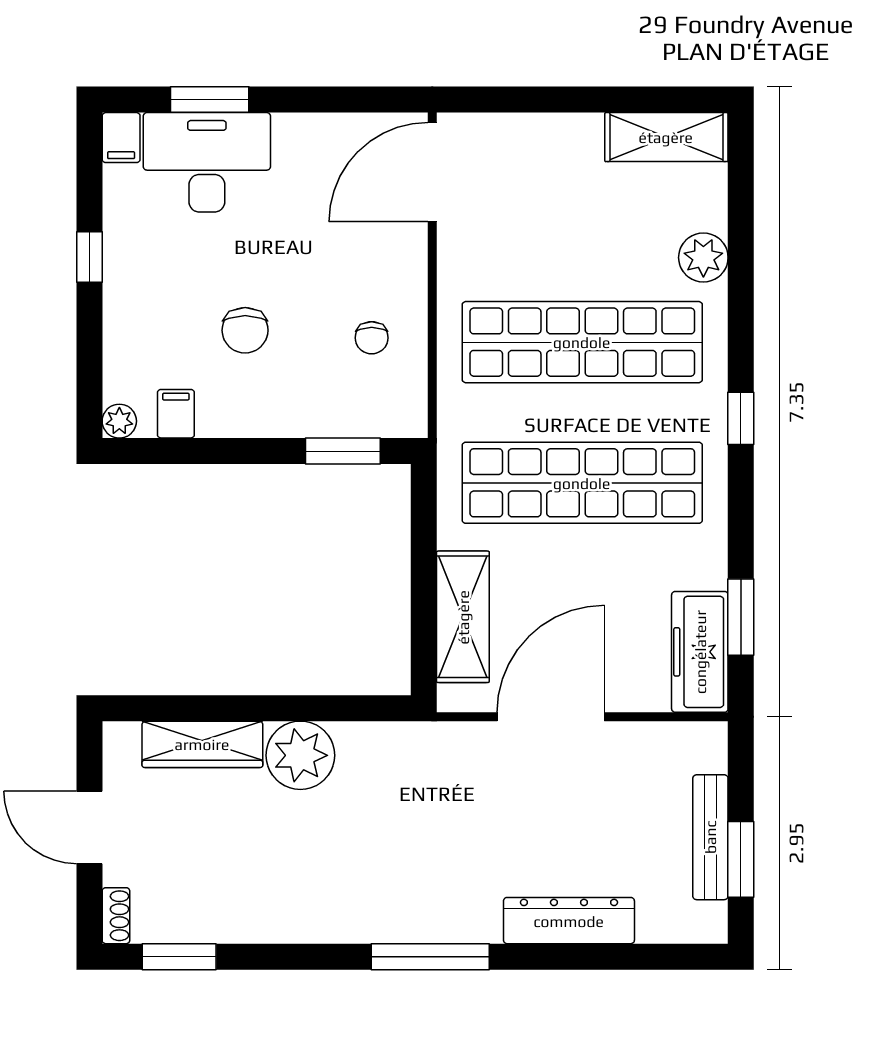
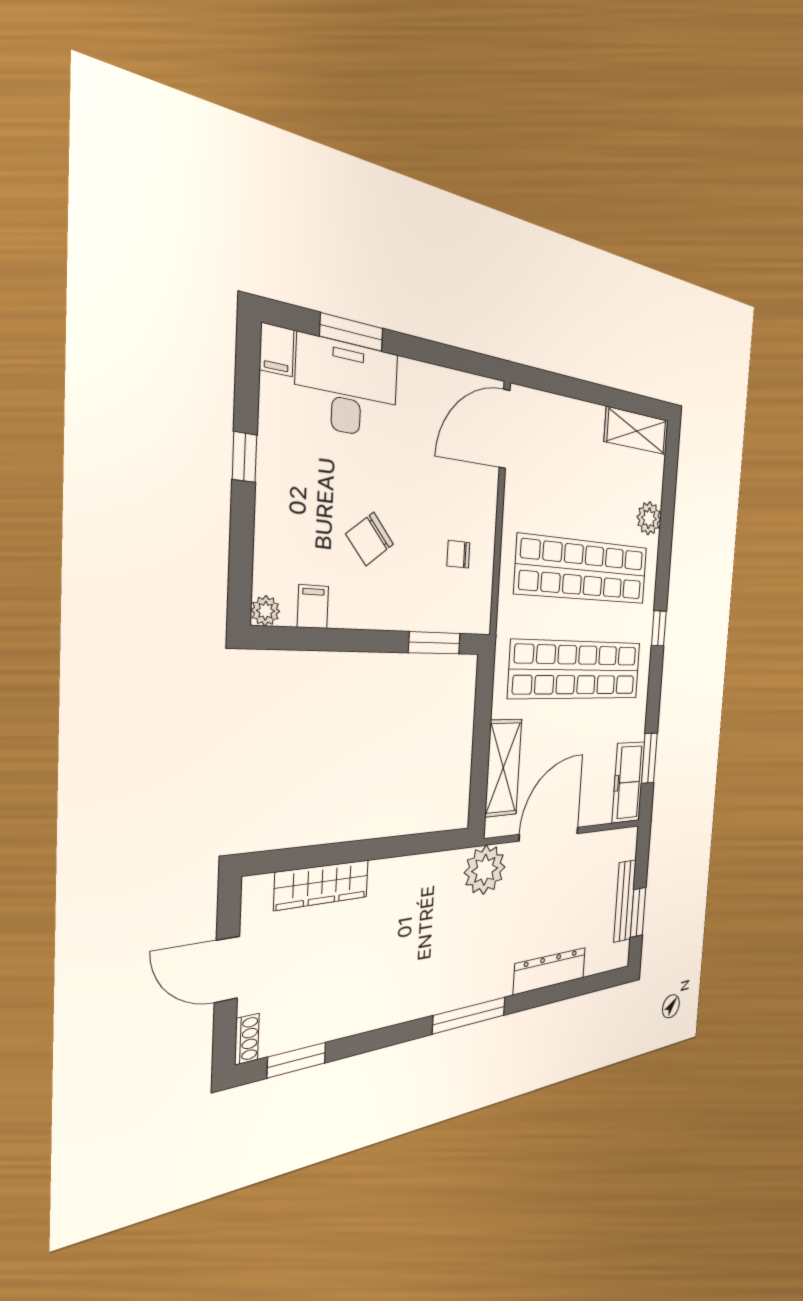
chair: (245, 330) -> (370, 539), turned 51
chair: (372, 338) -> (458, 554), turned 90
plant: (300, 755) -> (485, 870), moved

